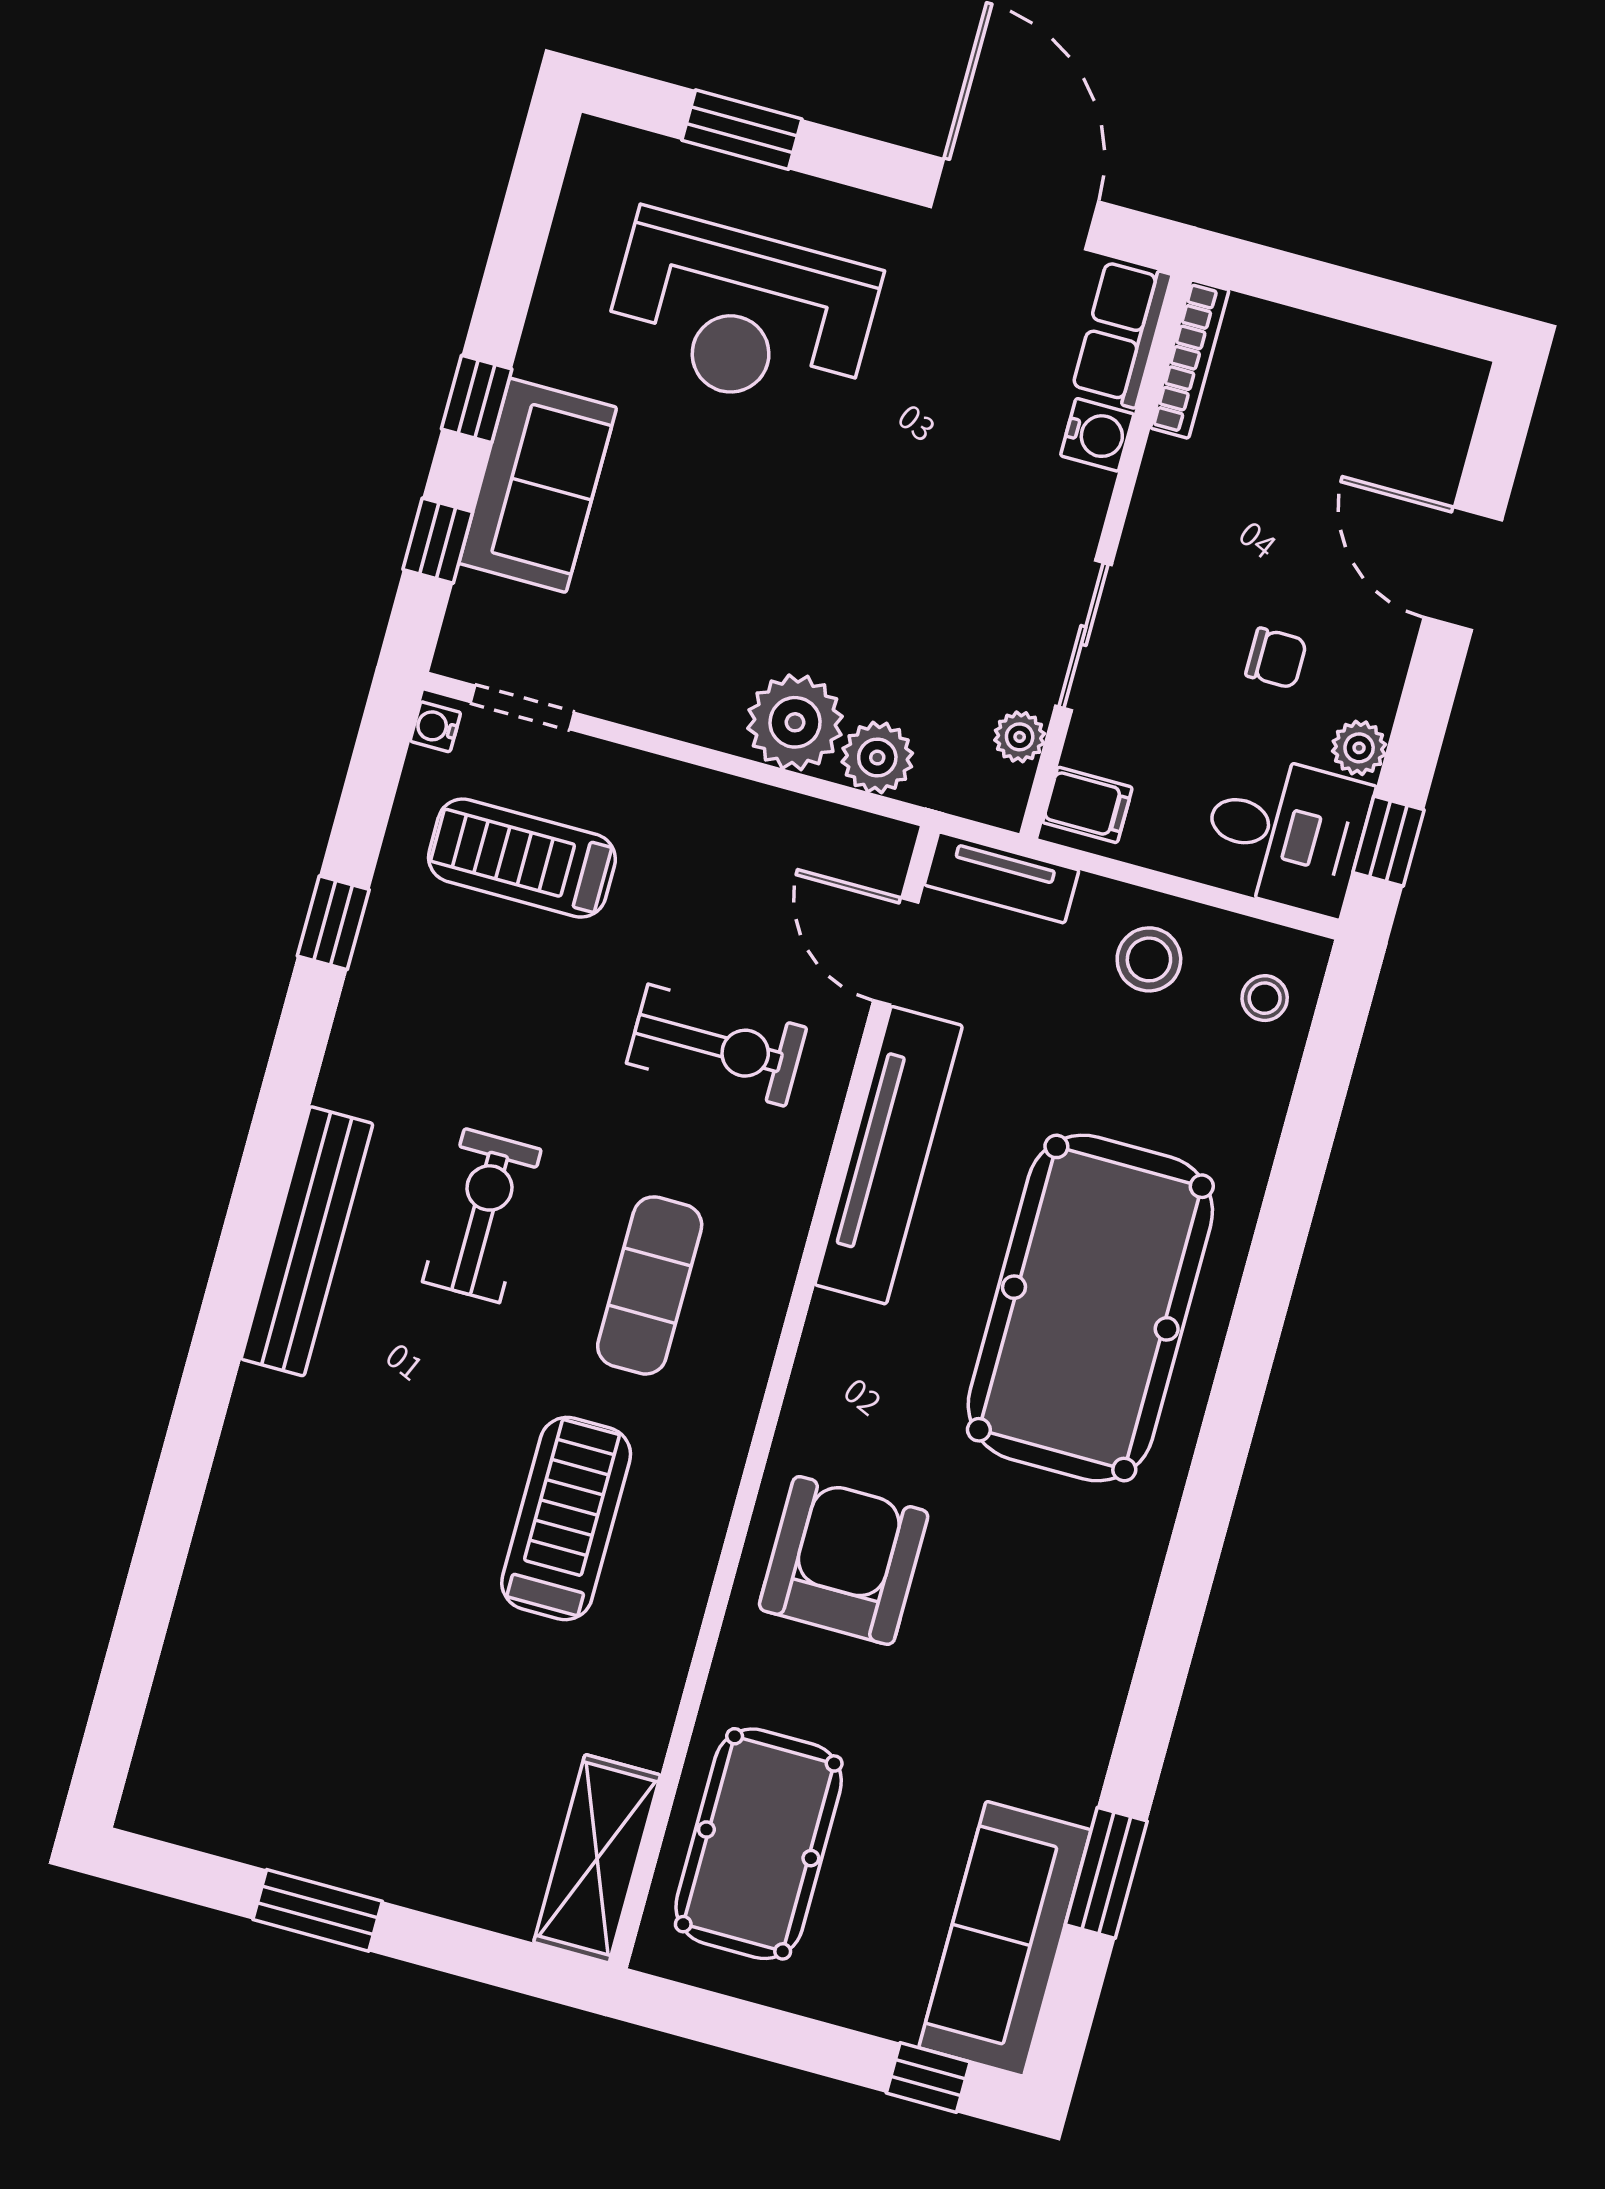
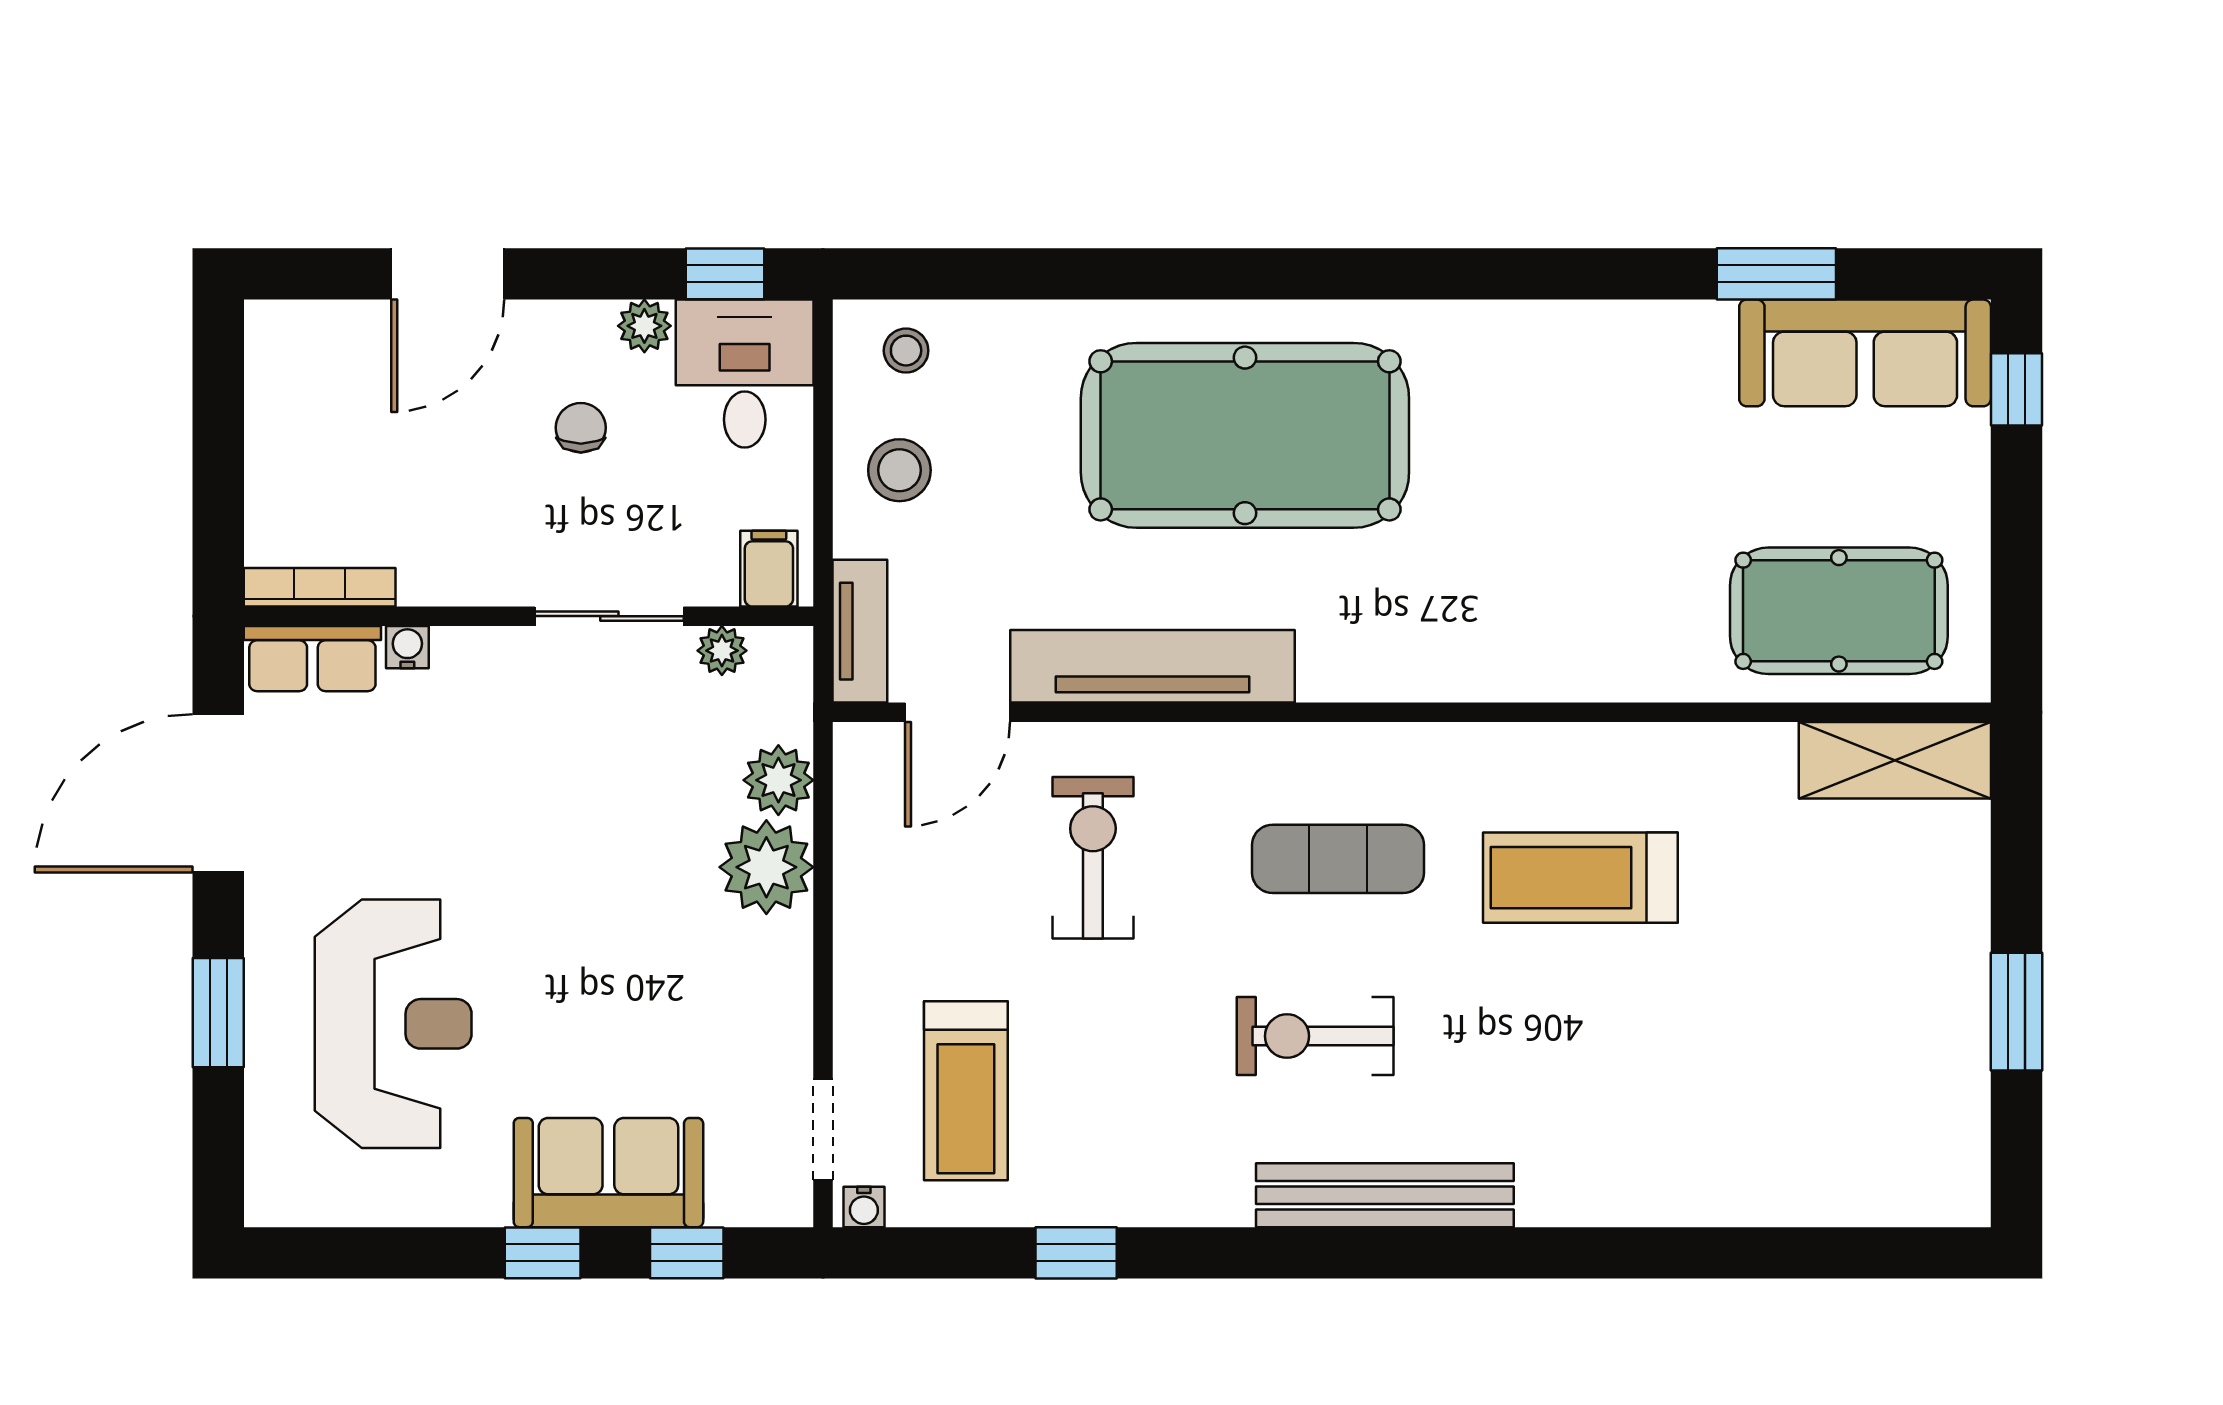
window: (742, 130) -> (218, 1013), moved
water cooler: (1097, 435) -> (407, 647), width x0.72, depth x0.72
armchair: (844, 1560) -> (1548, 604), removed

